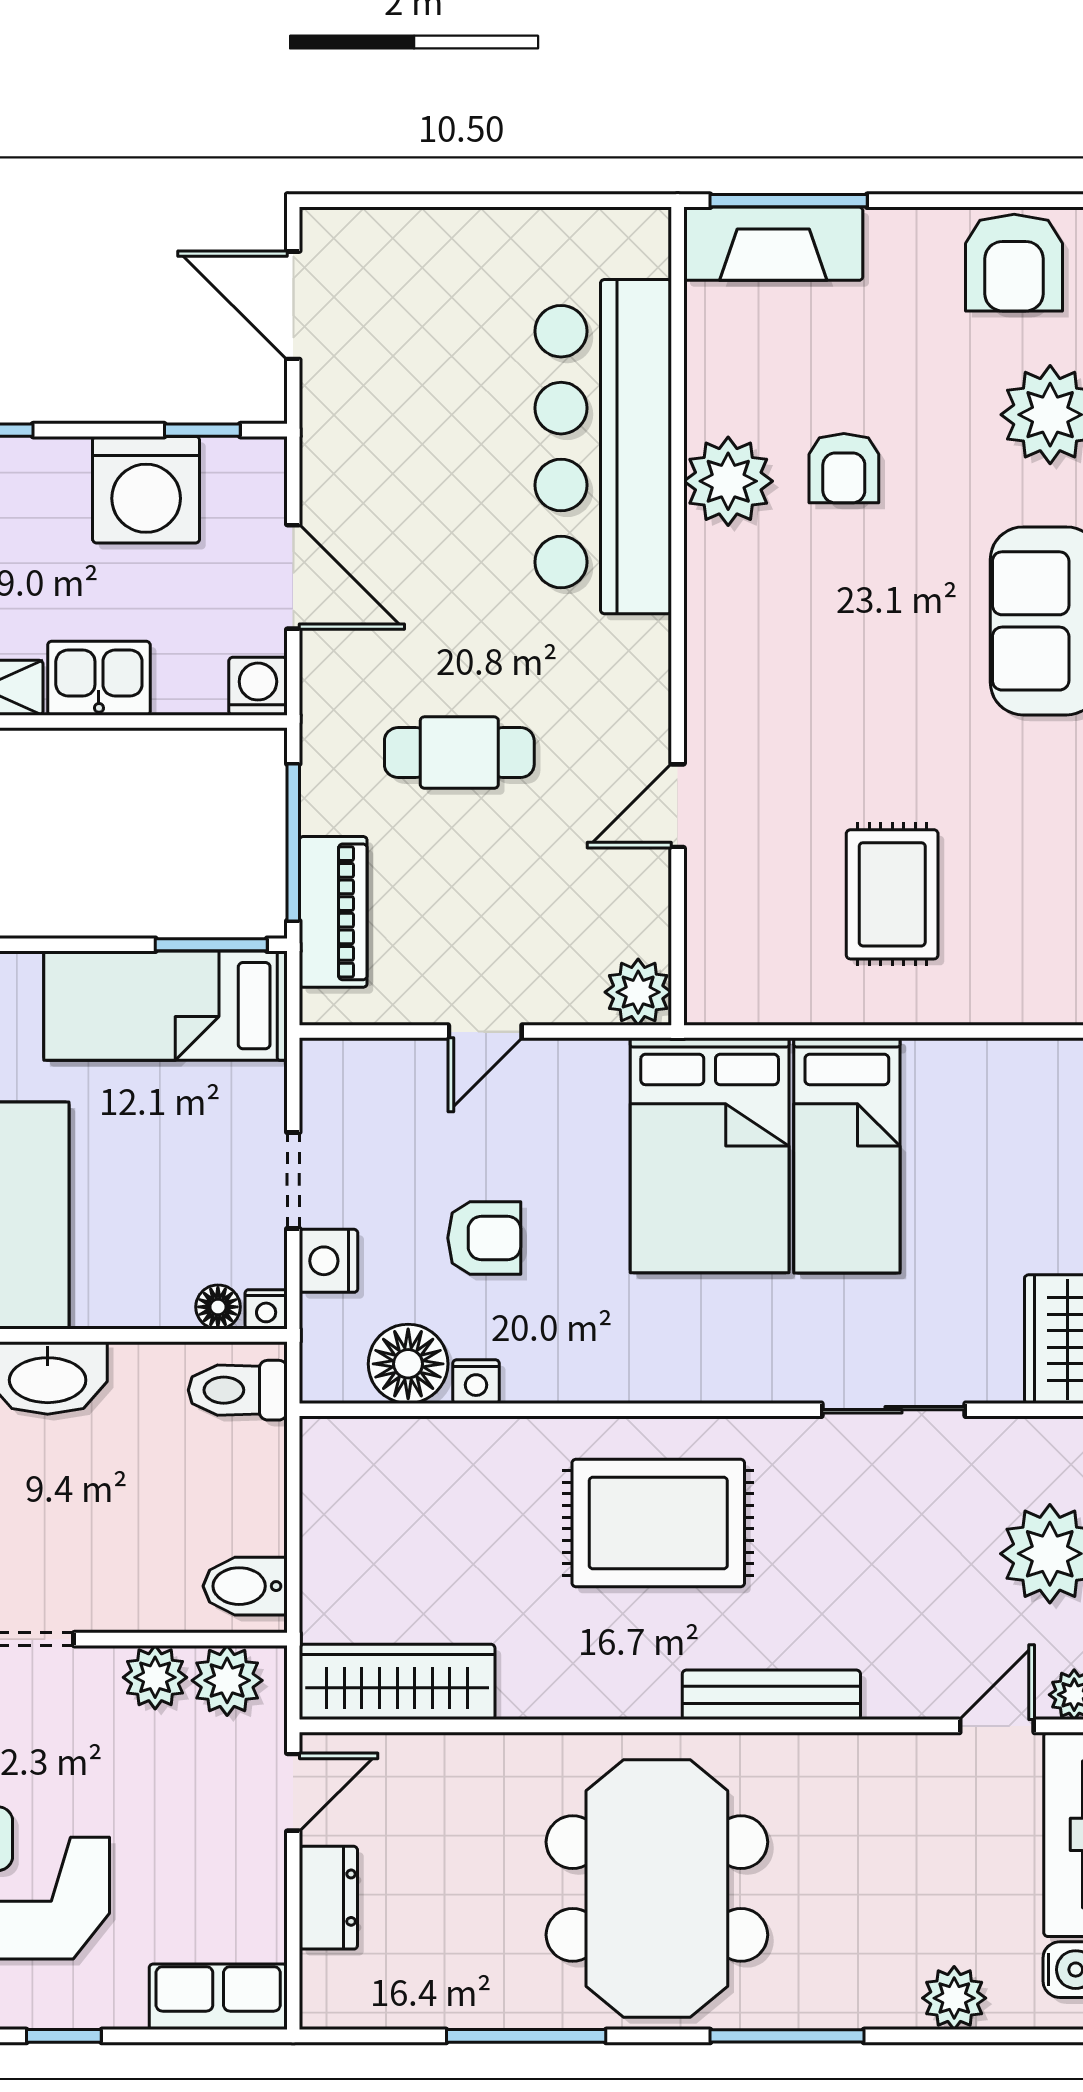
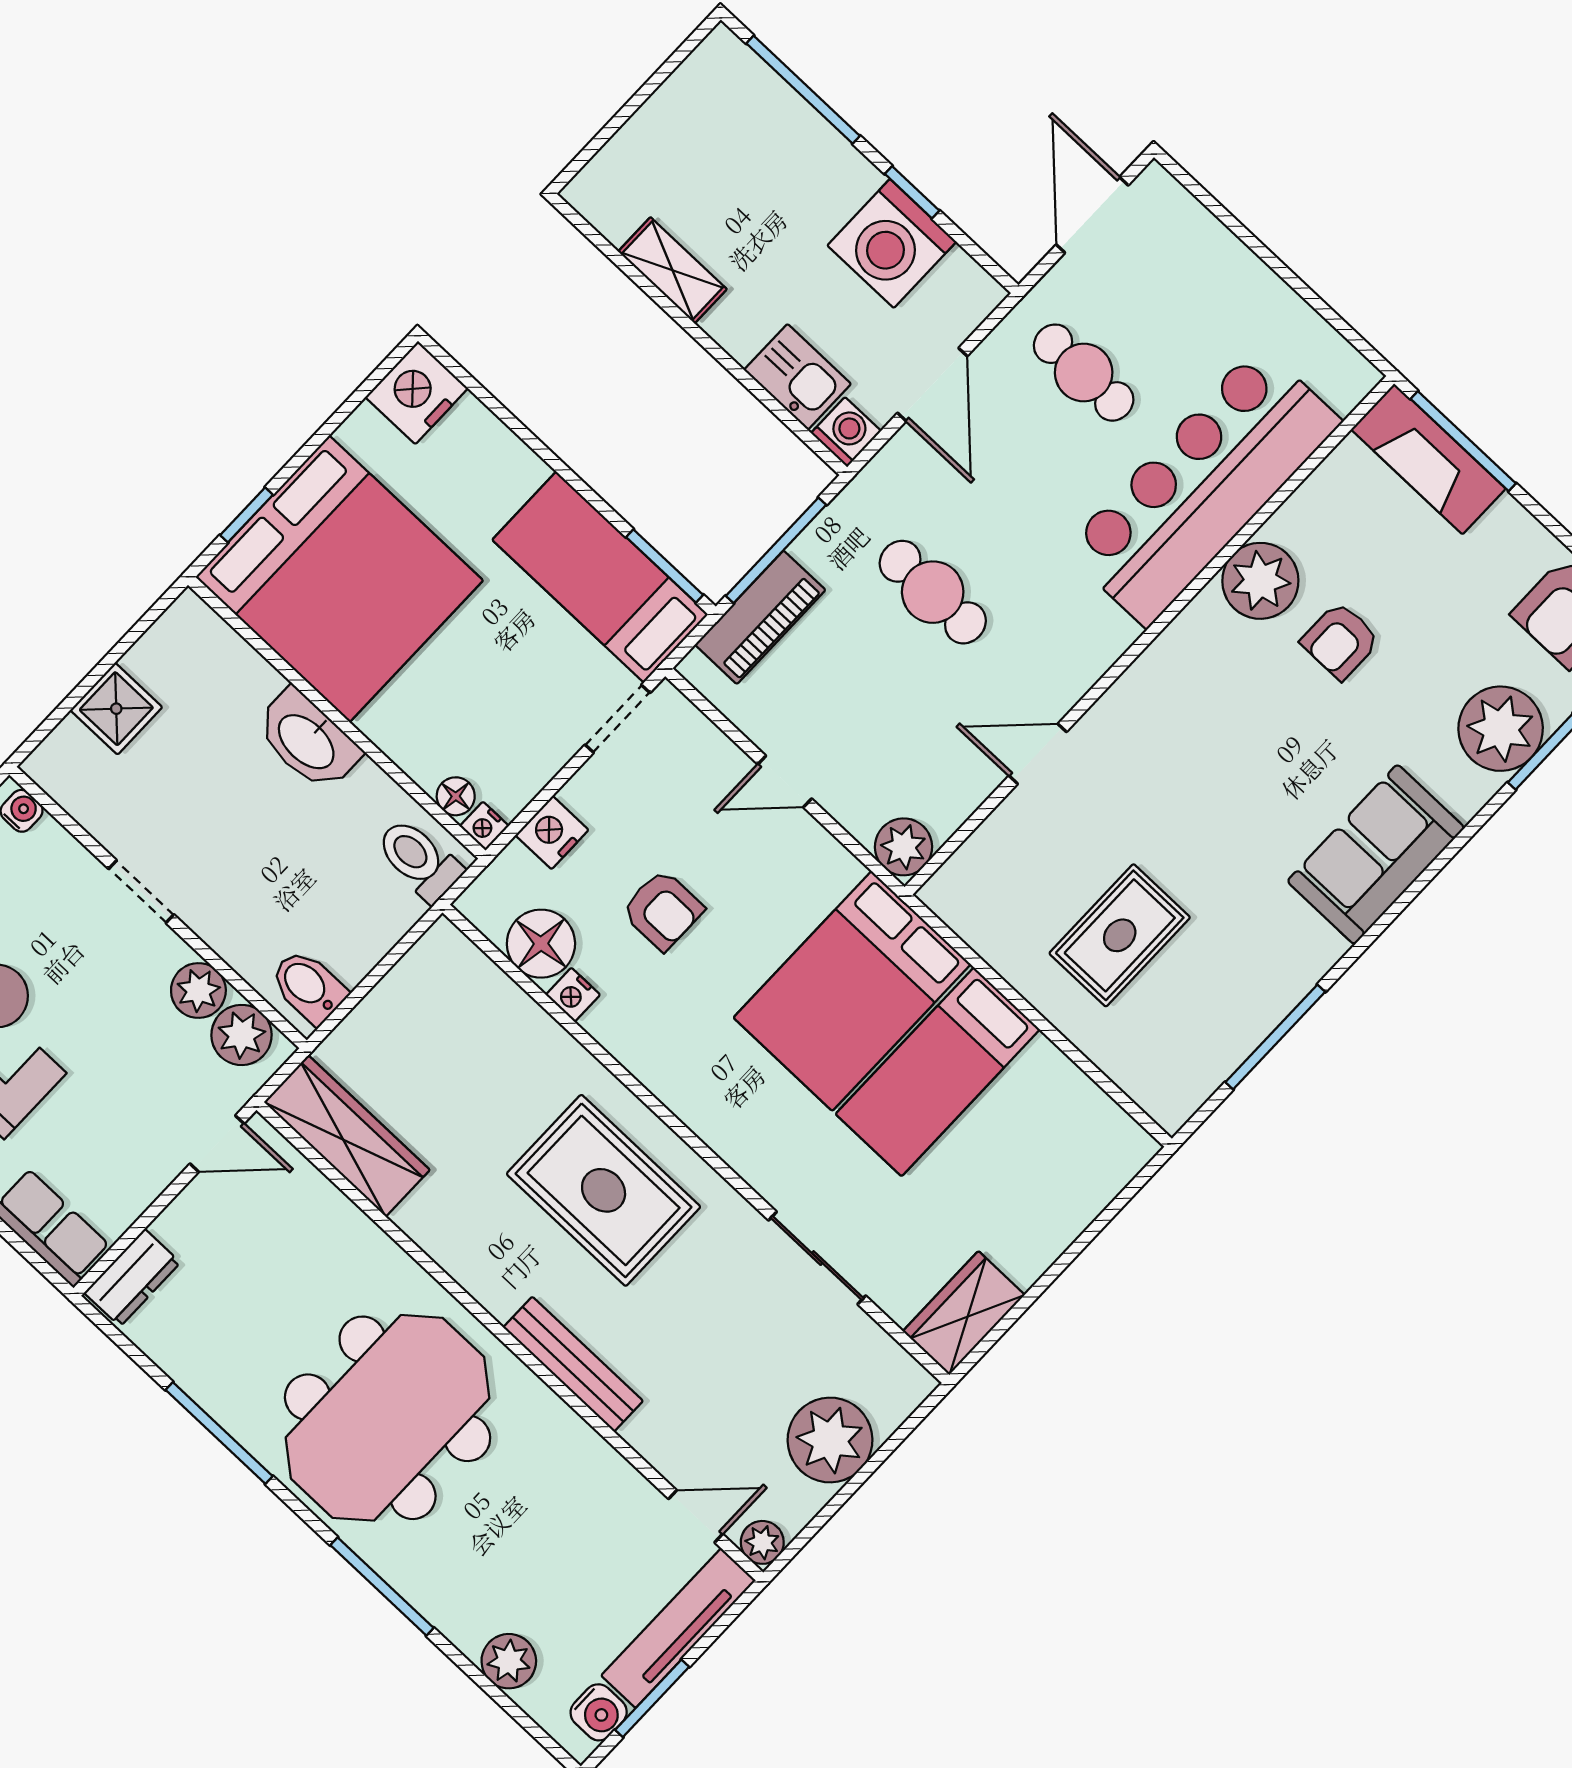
window: (202, 430) -> (912, 192), moved
cafe table: (412, 446) -> (1084, 373), added
kitchen sink: (99, 678) -> (797, 377), moved
doorway: (293, 1180) -> (617, 719), moved
dresser: (328, 1898) -> (132, 1278), moved

